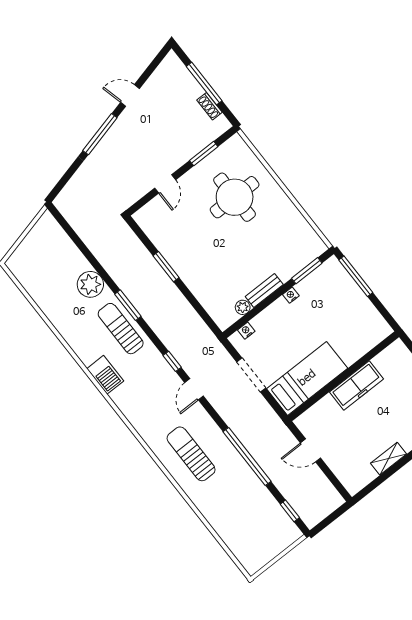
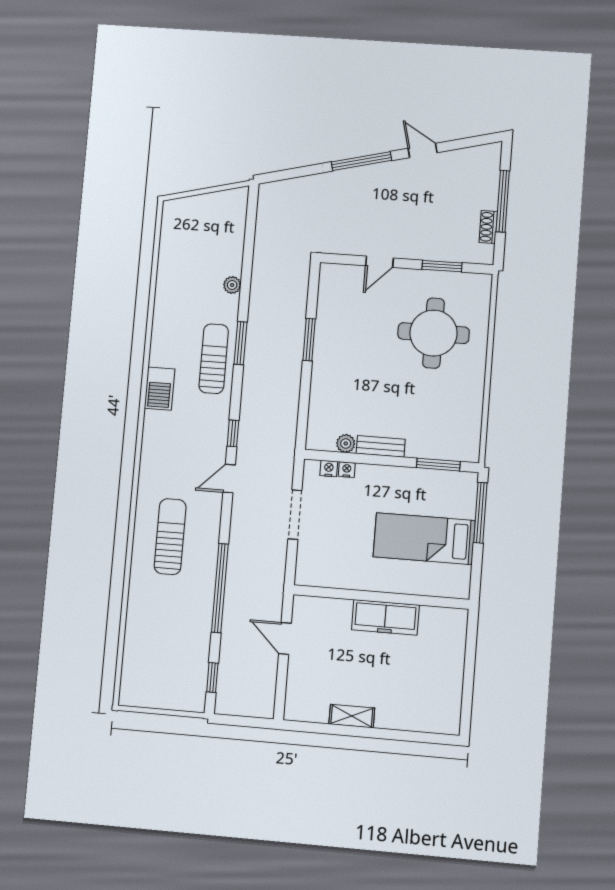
plant: (90, 284) -> (232, 285), width x0.53, depth x0.53
nightstand: (291, 295) -> (347, 470), moved
bed: (307, 378) -> (424, 539), moved, turned 180

